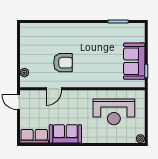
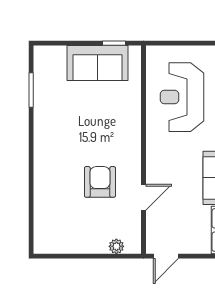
door: (54, 89) -> (143, 197), hinge flipped
reception desk: (114, 112) -> (182, 97), turned 180

